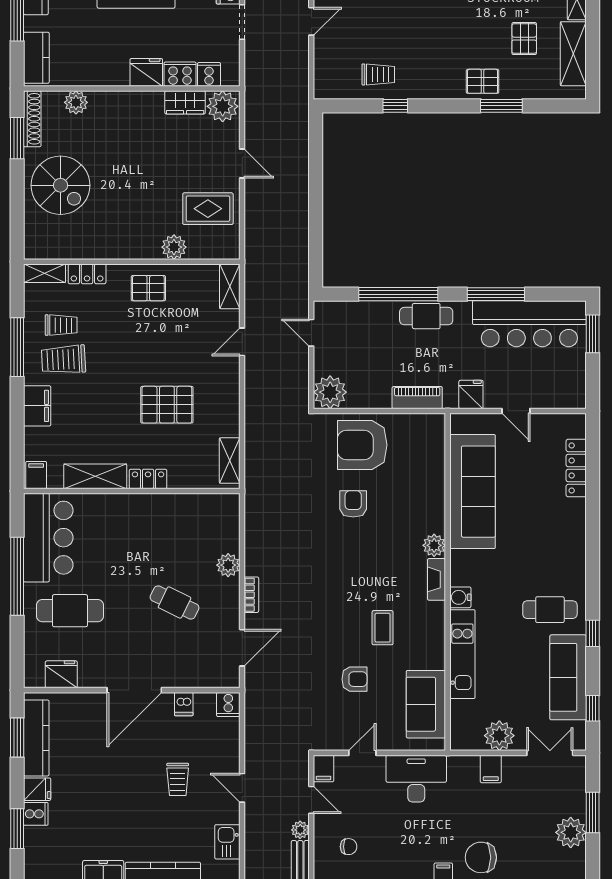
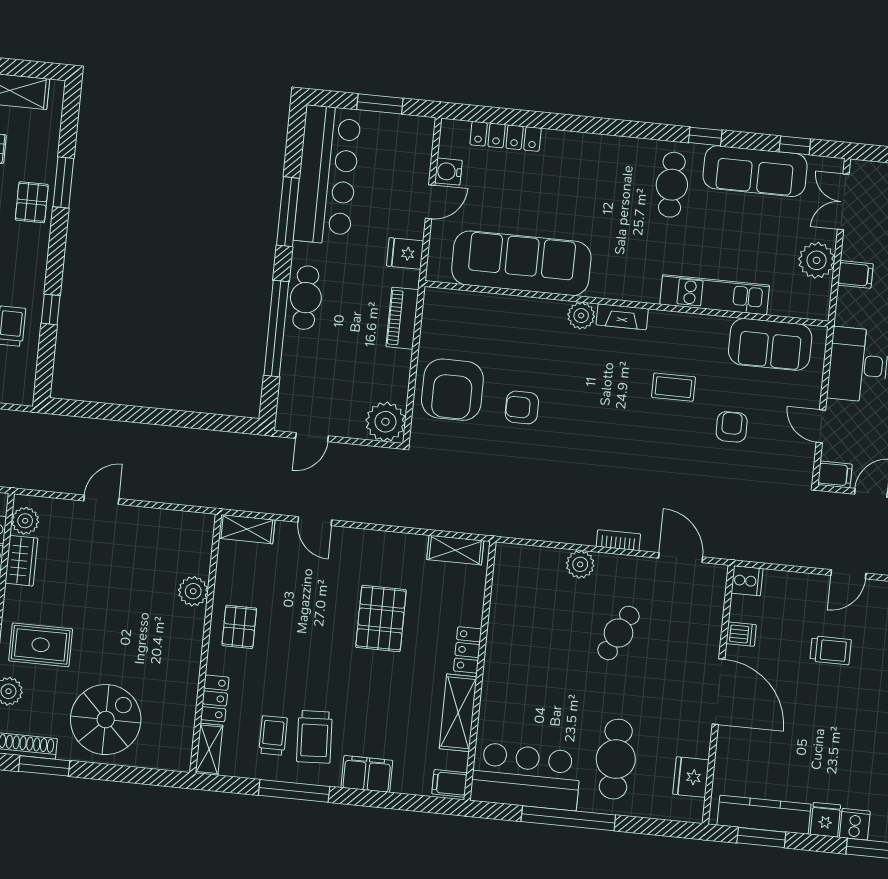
plant: (223, 106) -> (25, 521), width x0.73, depth x0.73
rug: (208, 209) -> (41, 645), moved, turned 90
window: (593, 334) -> (380, 104), moved
water cooler: (460, 597) -> (448, 172), moved, turned 90

